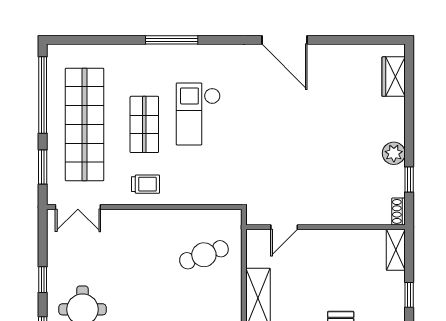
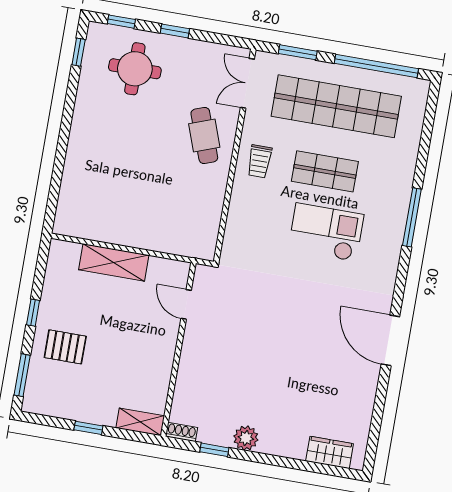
door: (284, 40) -> (390, 340), hinge flipped
cafe table: (204, 255) -> (204, 136), moved

